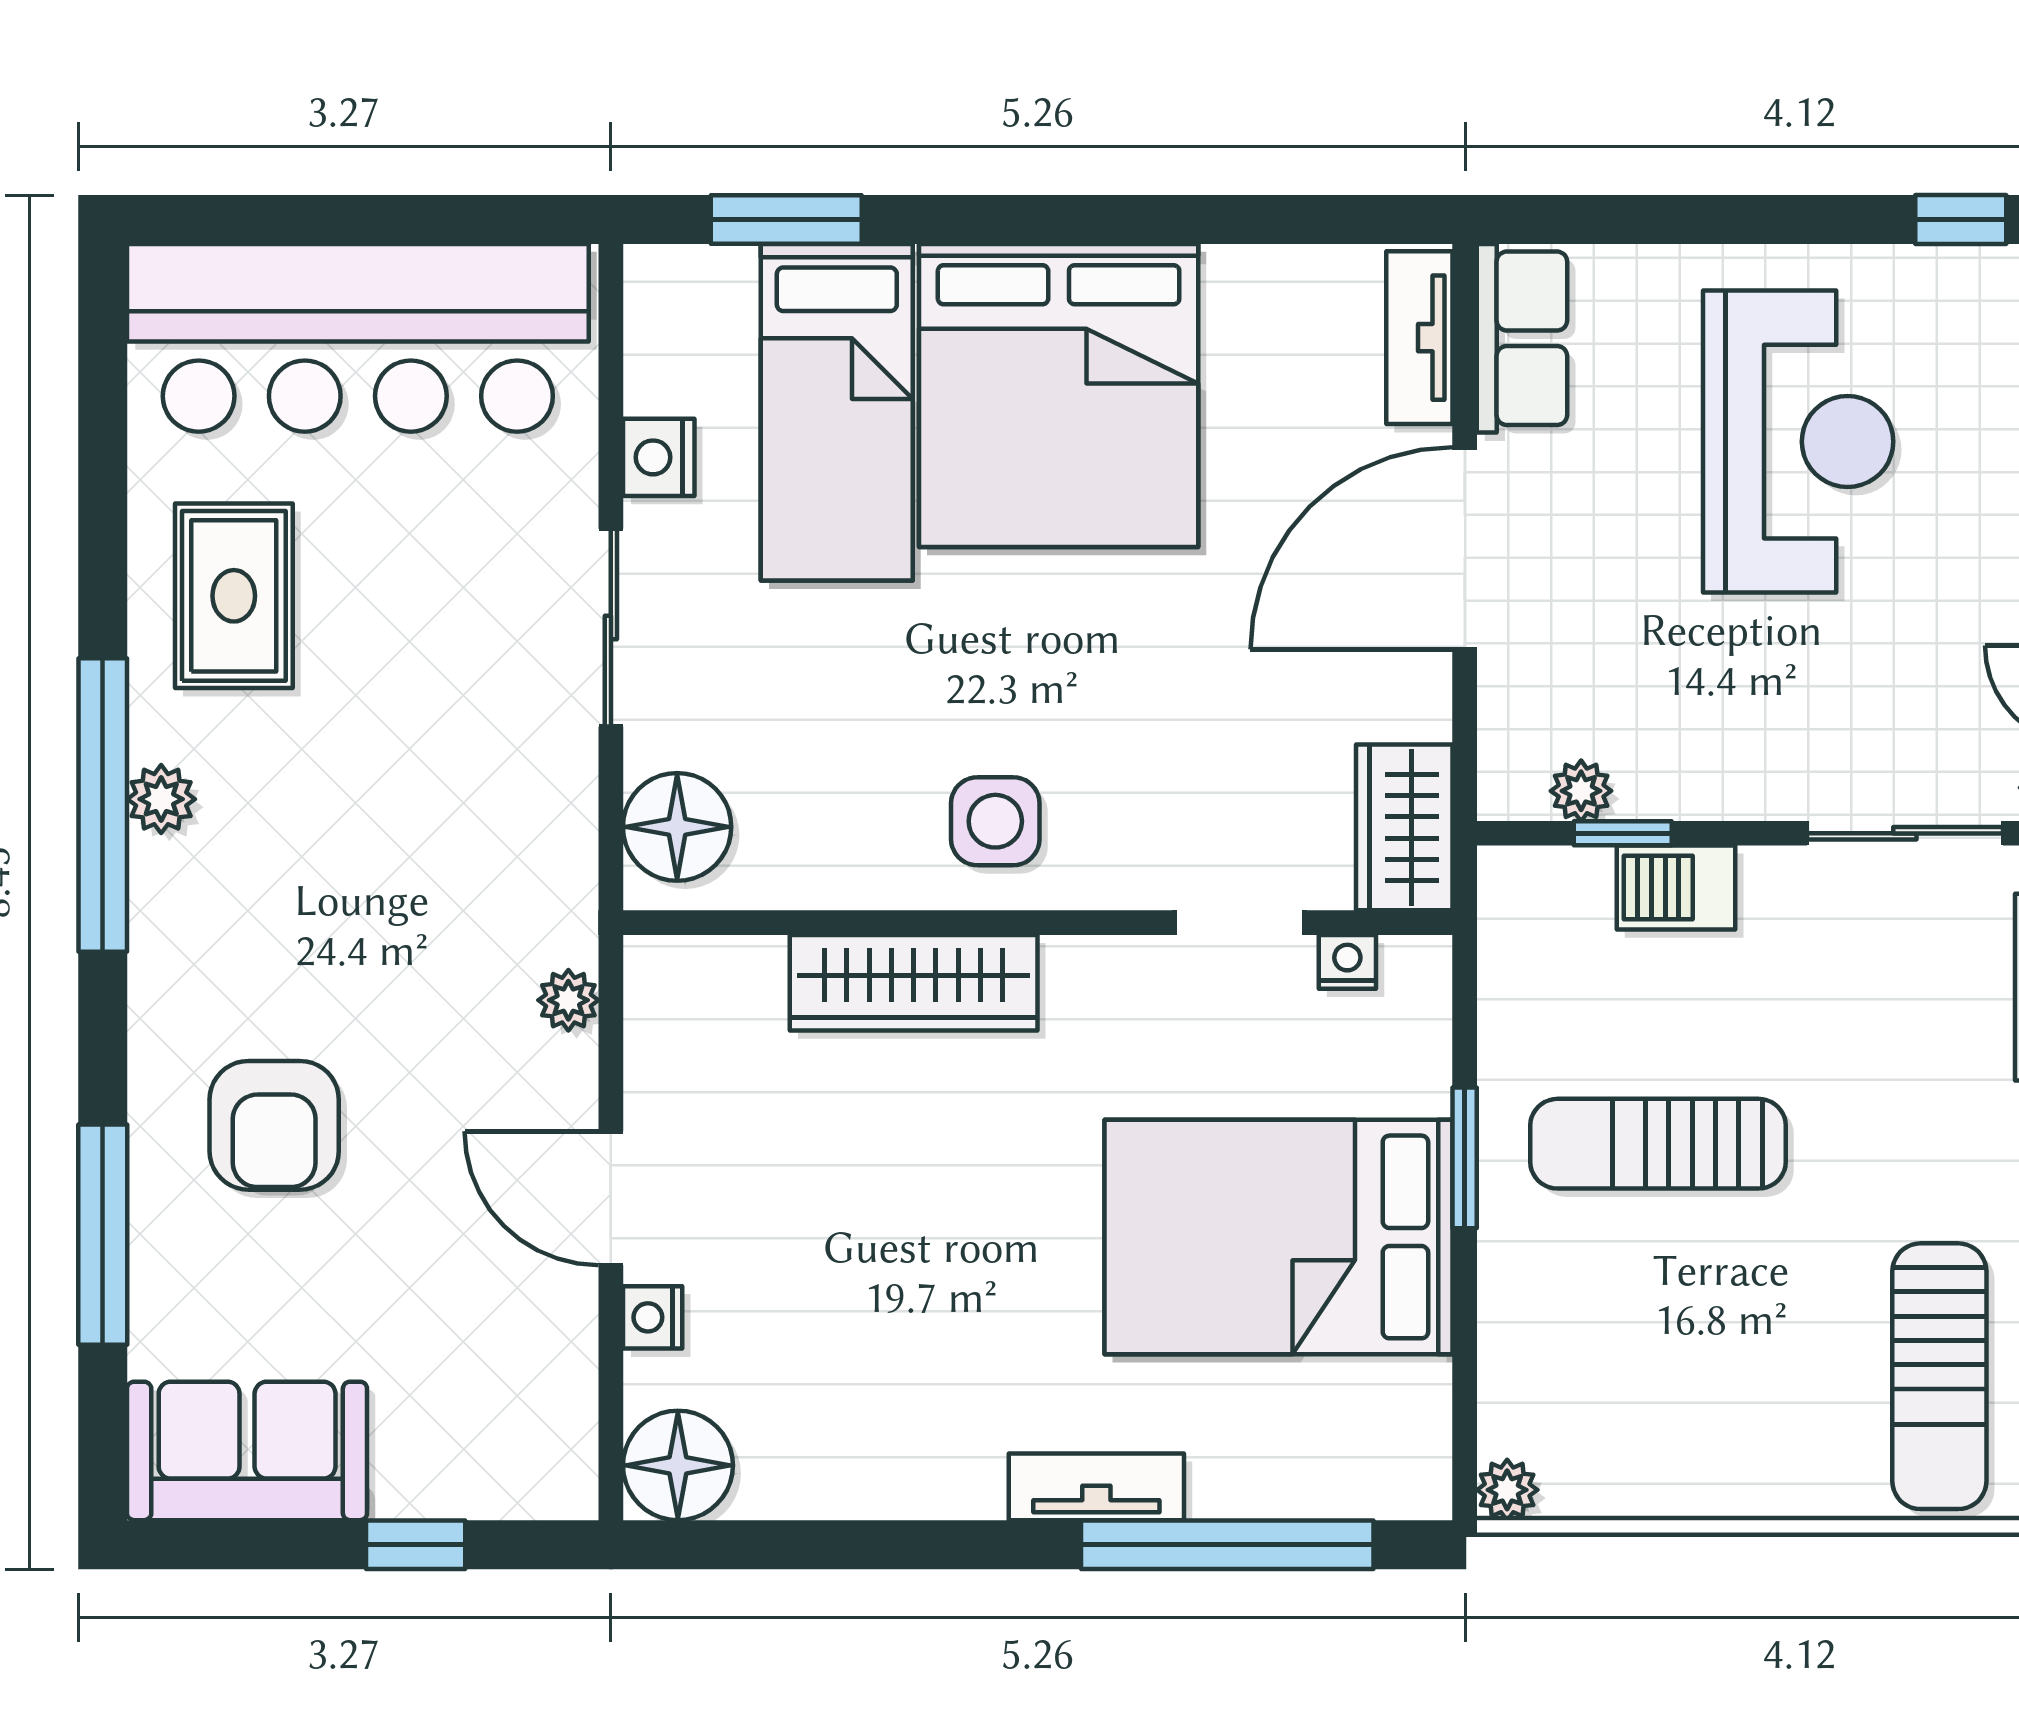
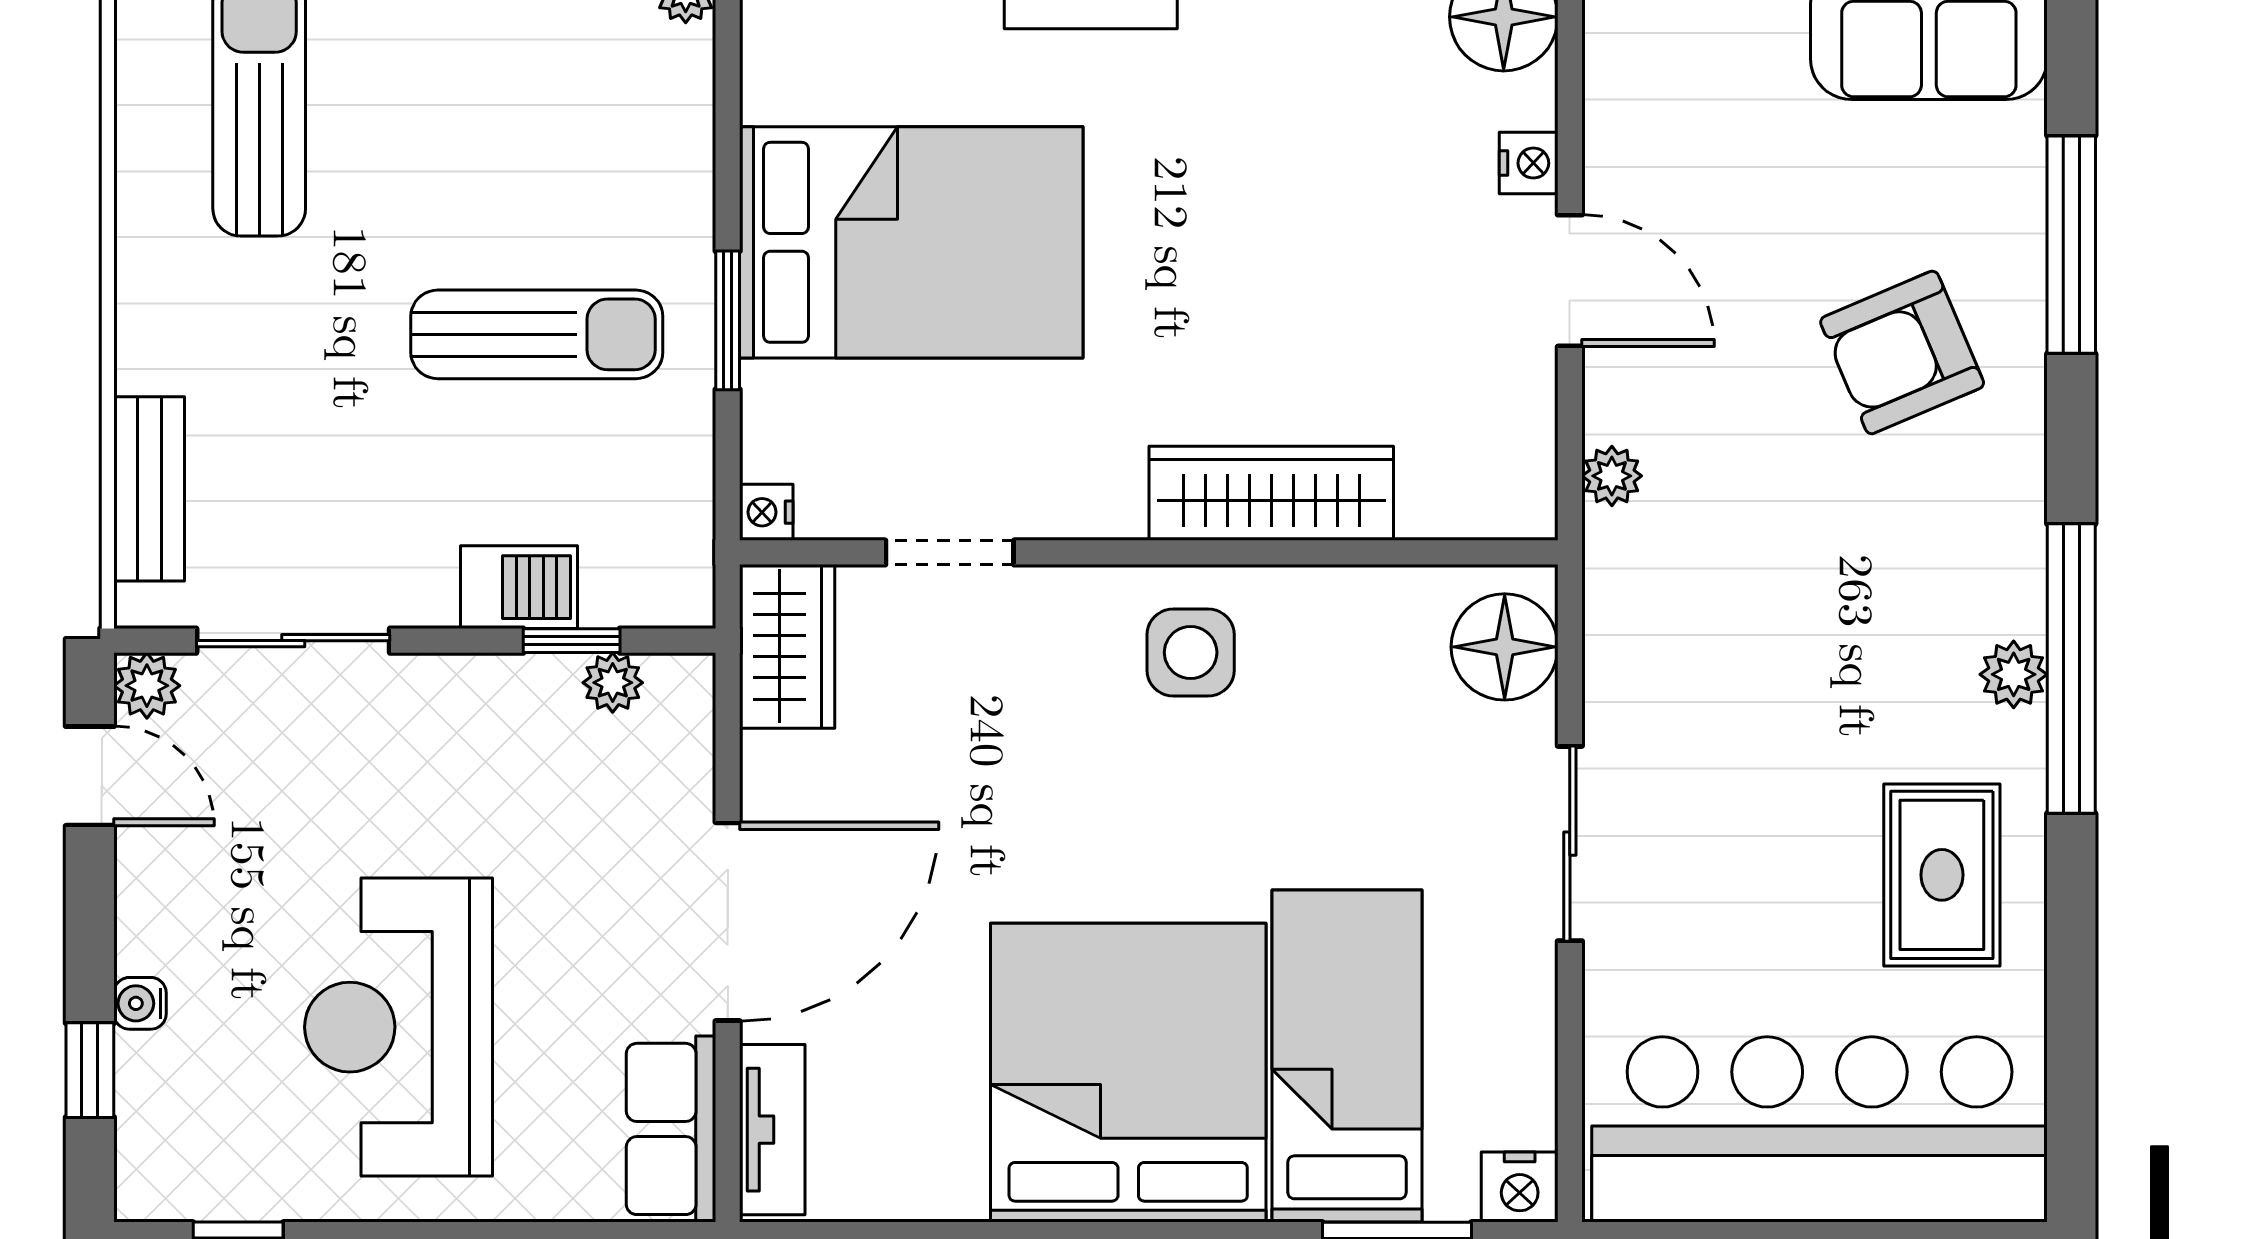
nightstand: (659, 457) -> (1520, 1187), moved, turned 90
nightstand: (1347, 962) -> (766, 512), moved, turned 90
armchair: (274, 1125) -> (1902, 352), turned -113

